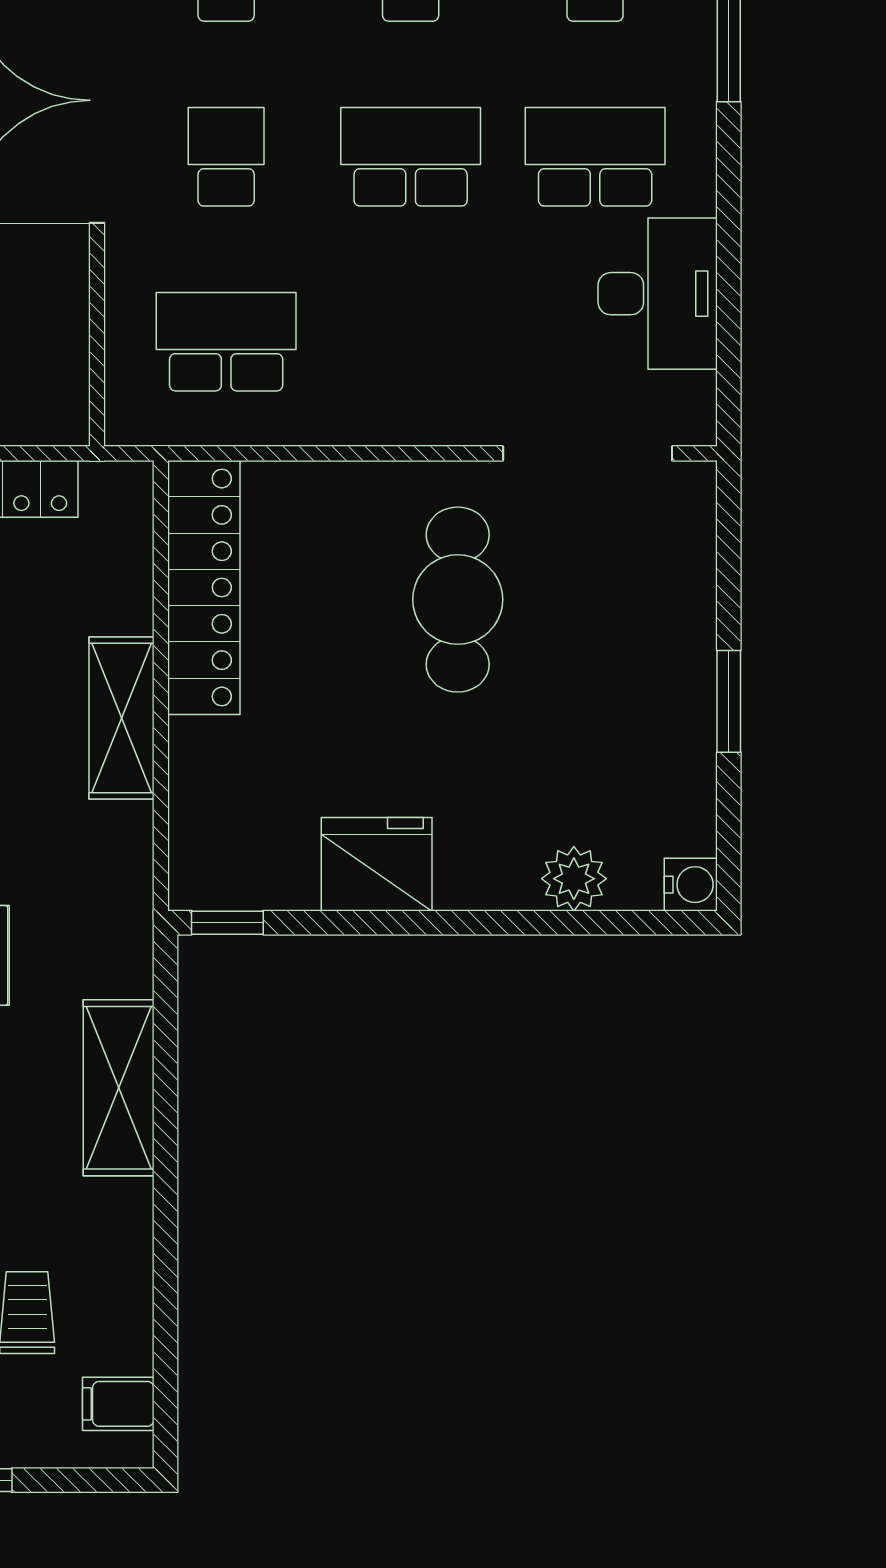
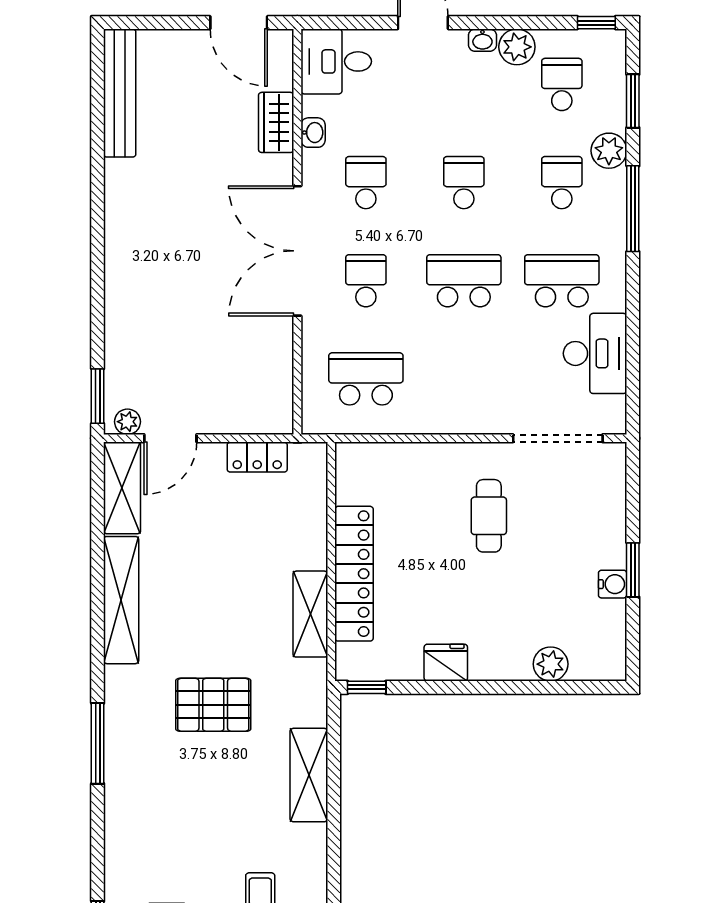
locker: (204, 587) -> (354, 574), moved
cafe table: (458, 600) -> (489, 516), width x0.73, depth x0.74
shelving: (121, 718) -> (310, 614), moved
fridge: (377, 864) -> (446, 663), width x0.73, depth x0.75
water cooler: (691, 885) -> (613, 584), moved

